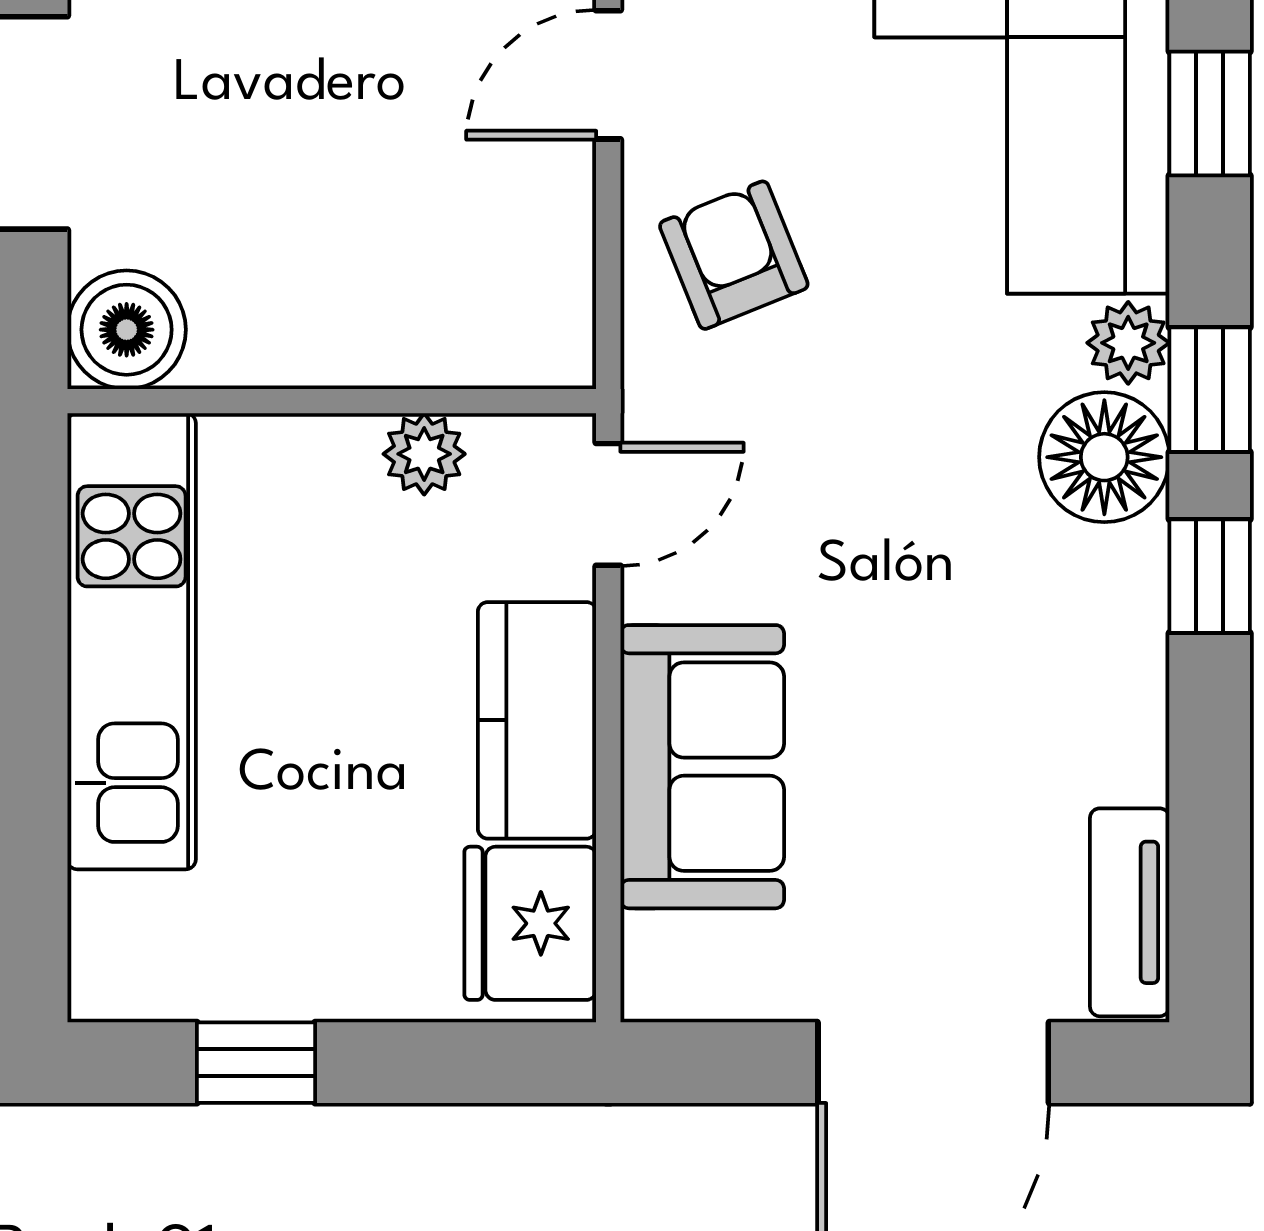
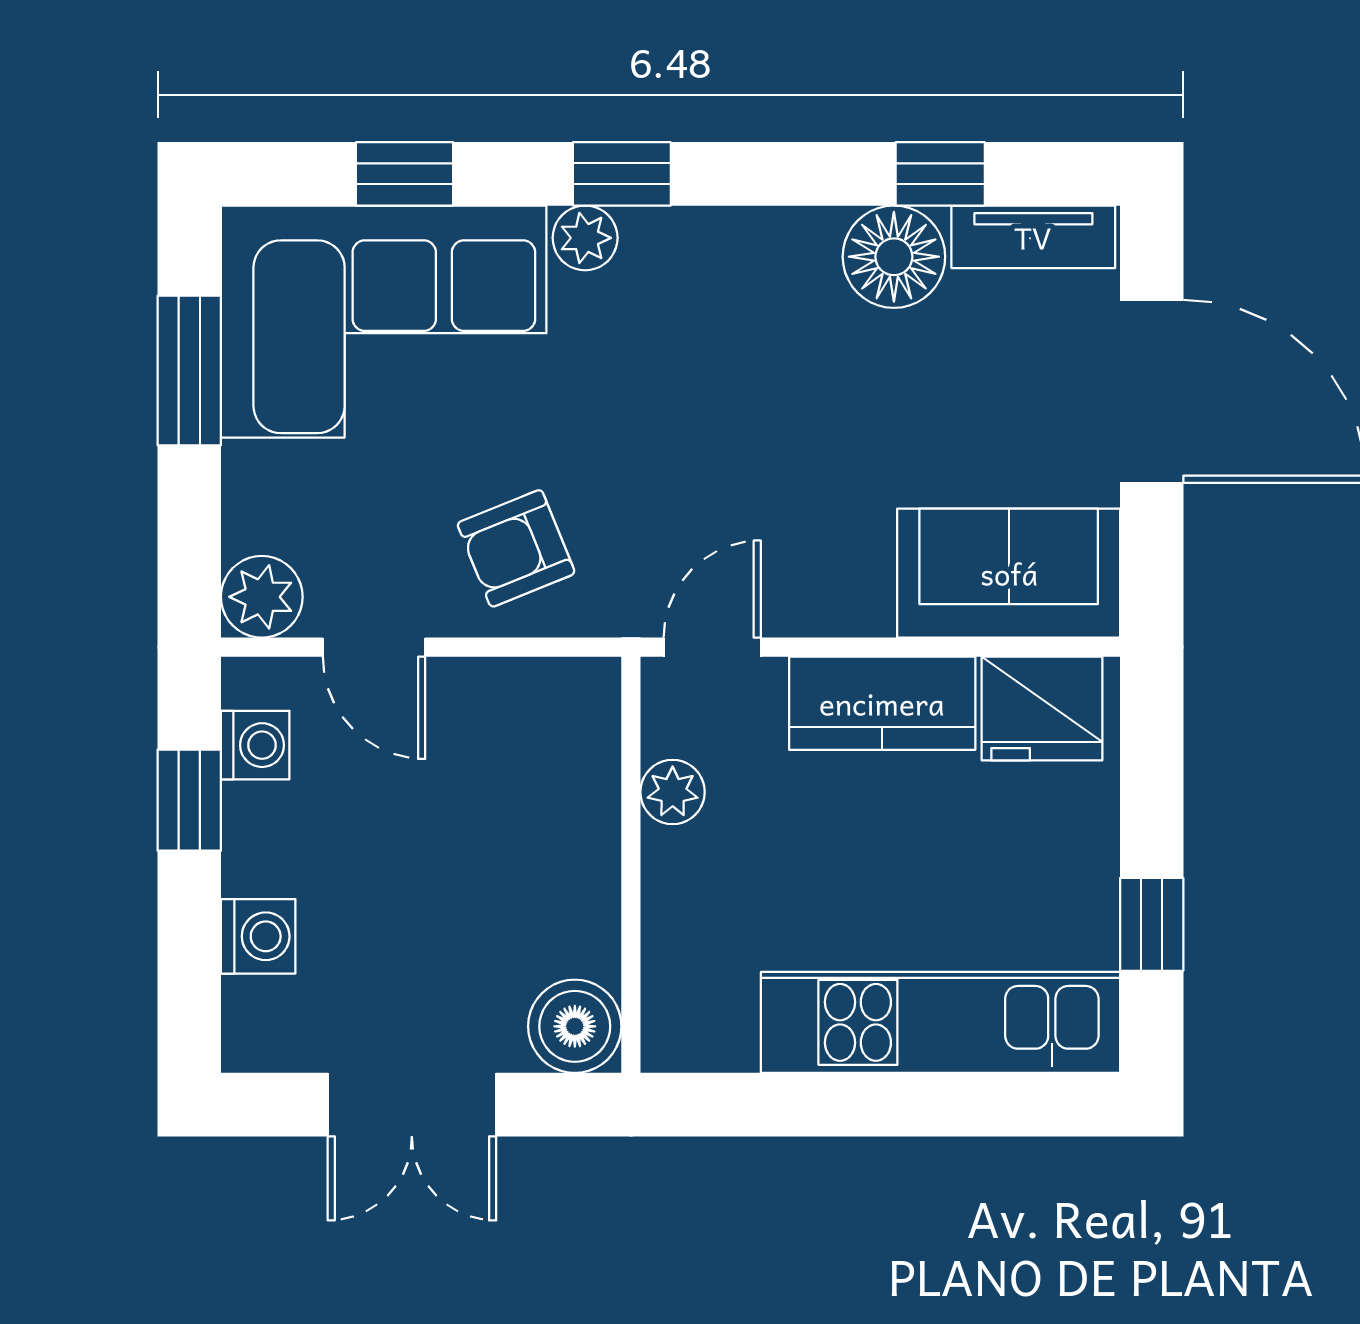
floor lamp: (1104, 457) -> (894, 257), moved
door: (608, 504) -> (712, 647), hinge flipped
window: (1210, 576) -> (940, 174), moved
kitchen unit: (132, 641) -> (941, 1022), moved
sofa: (702, 767) -> (1009, 573), moved

